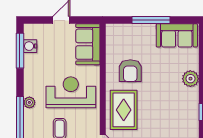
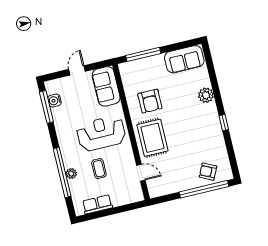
window: (151, 20) -> (143, 54), moved
plant: (29, 102) -> (71, 174), moved

